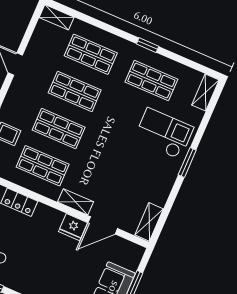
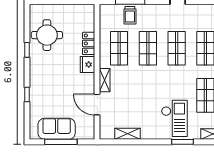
window: (187, 162) -> (183, 142), moved
shelving: (149, 222) -> (127, 134), moved
fridge: (73, 227) -> (88, 65), moved

